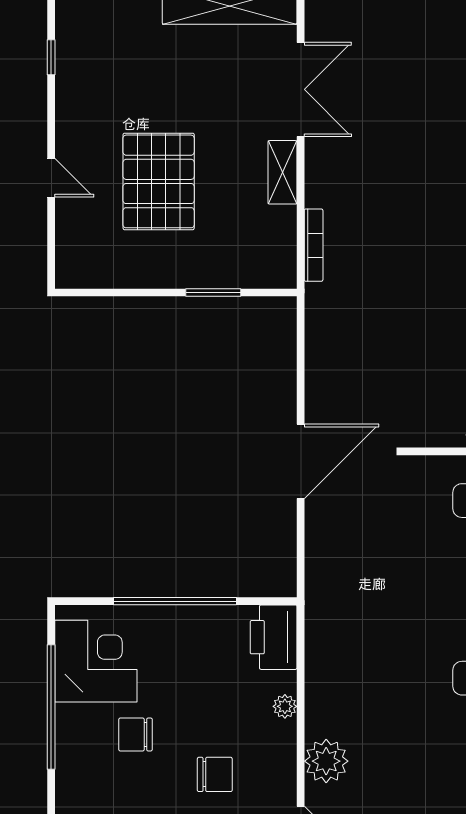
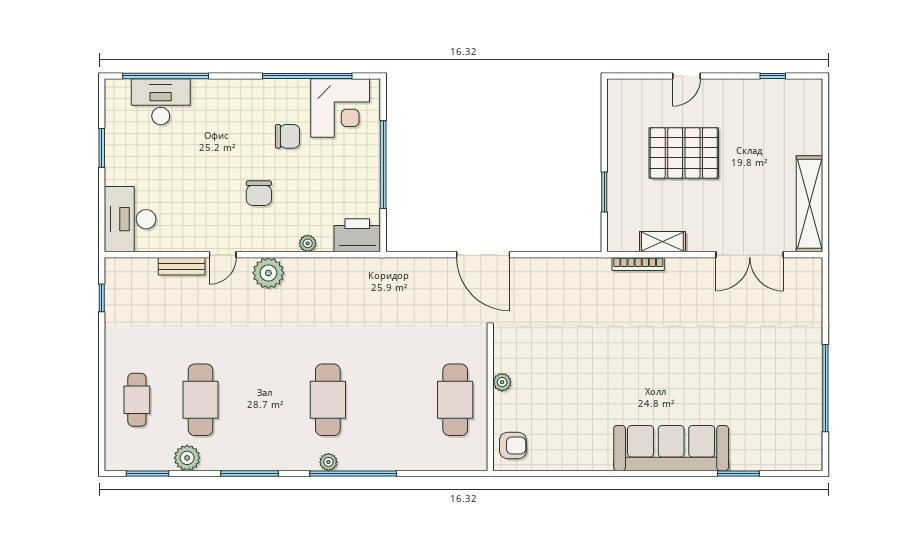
shelving: (282, 172) -> (662, 242), moved
chair: (135, 734) -> (287, 136), turned 90

